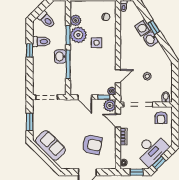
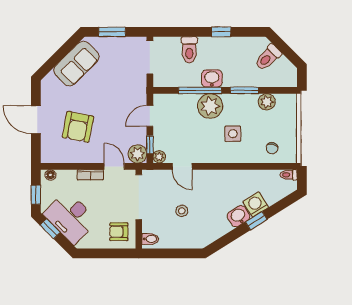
plant: (78, 35) -> (210, 106), moved
toilet: (41, 42) -> (189, 50), moved
door: (118, 121) -> (114, 166), hinge flipped

